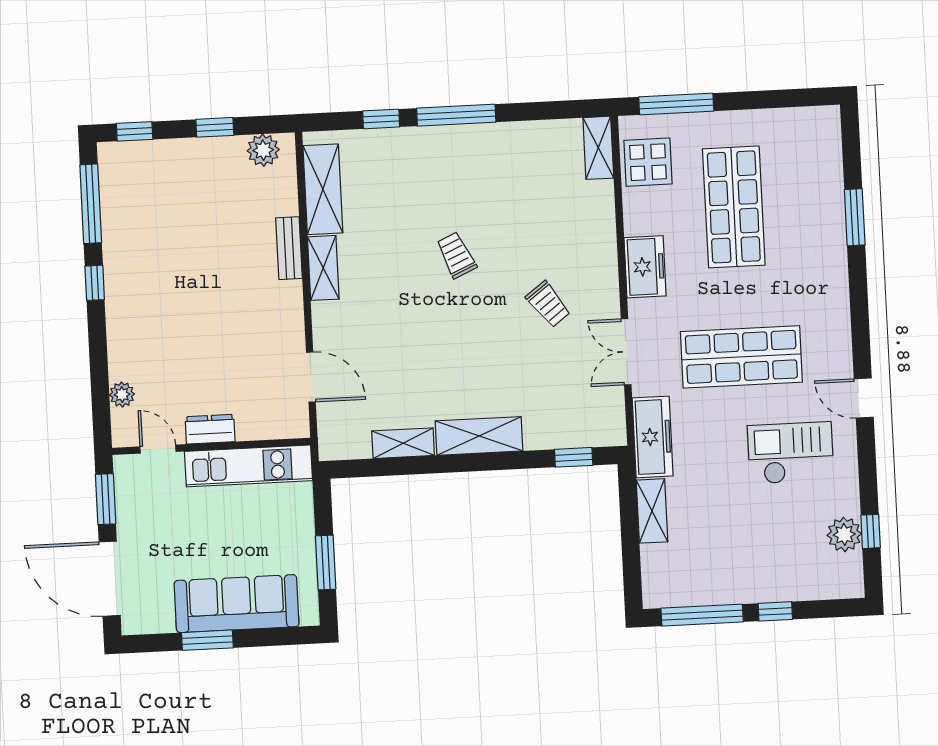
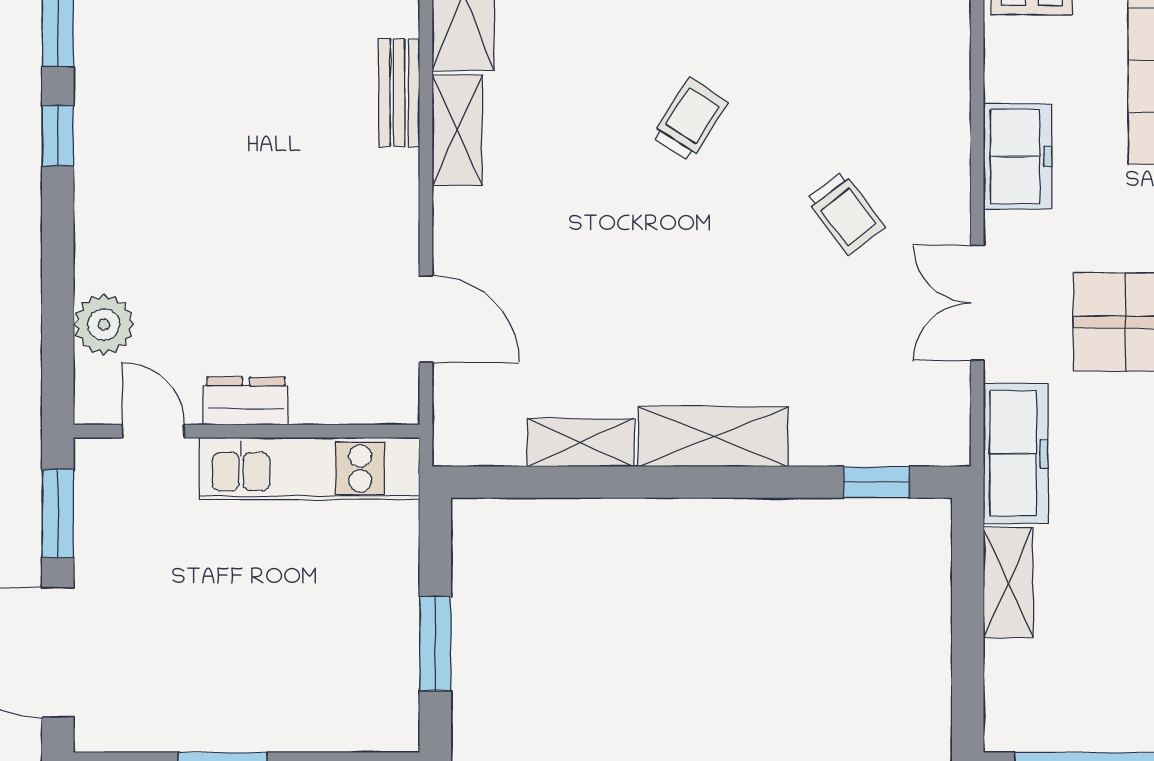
trolley: (456, 255) -> (690, 120), turned 57
plant: (122, 394) -> (104, 324), width x1.38, depth x1.38
sofa: (237, 604) -> (277, 707), removed

